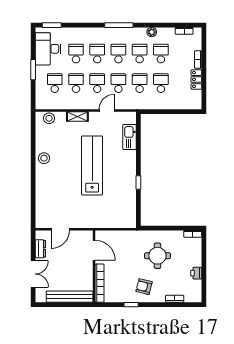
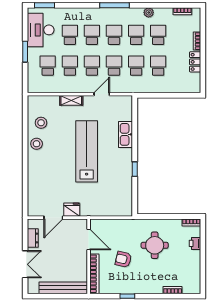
stool: (49, 118) -> (41, 123), moved
kitchen sink: (130, 137) -> (126, 134), moved
fridge: (78, 221) -> (72, 210), added
printer: (196, 273) -> (195, 243), moved
armchair: (144, 287) -> (123, 259), moved

